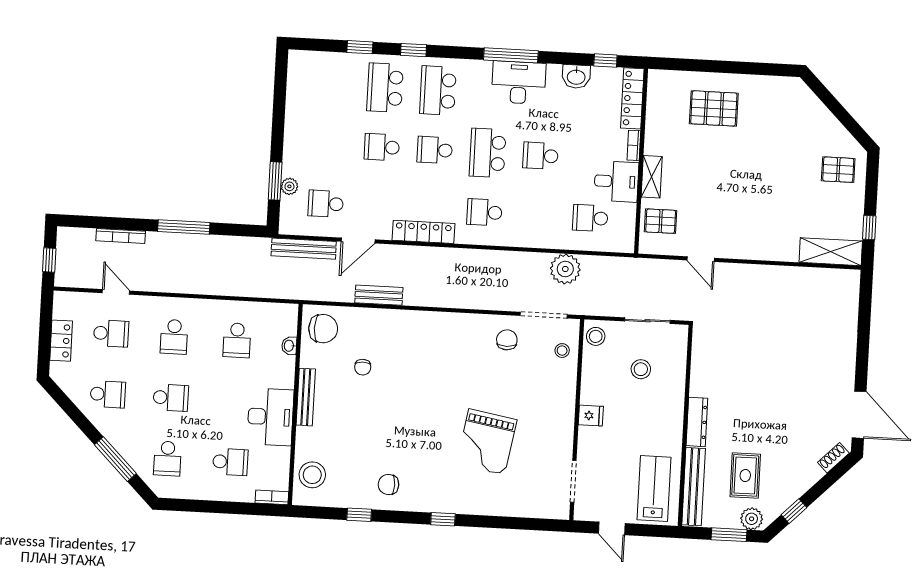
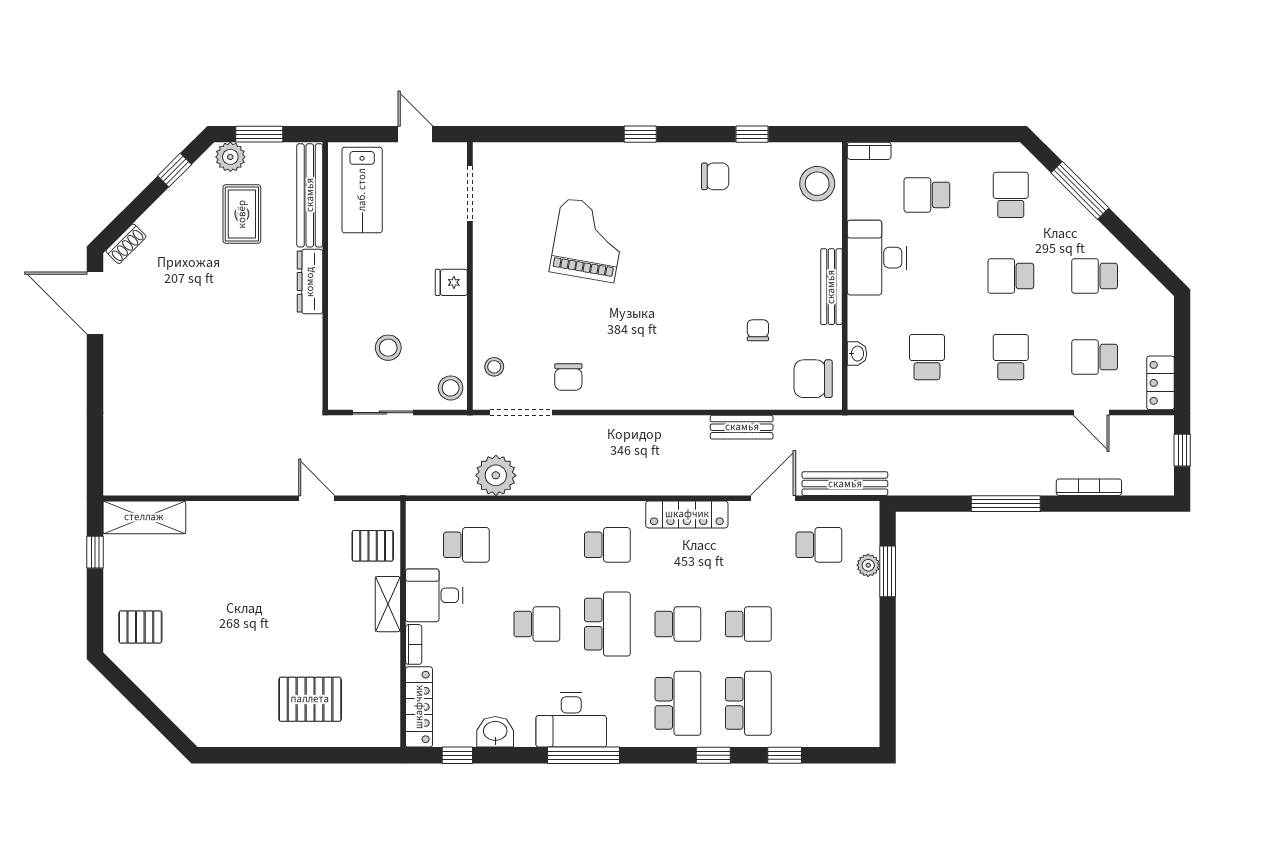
locker: (61, 341) -> (1160, 383), moved

